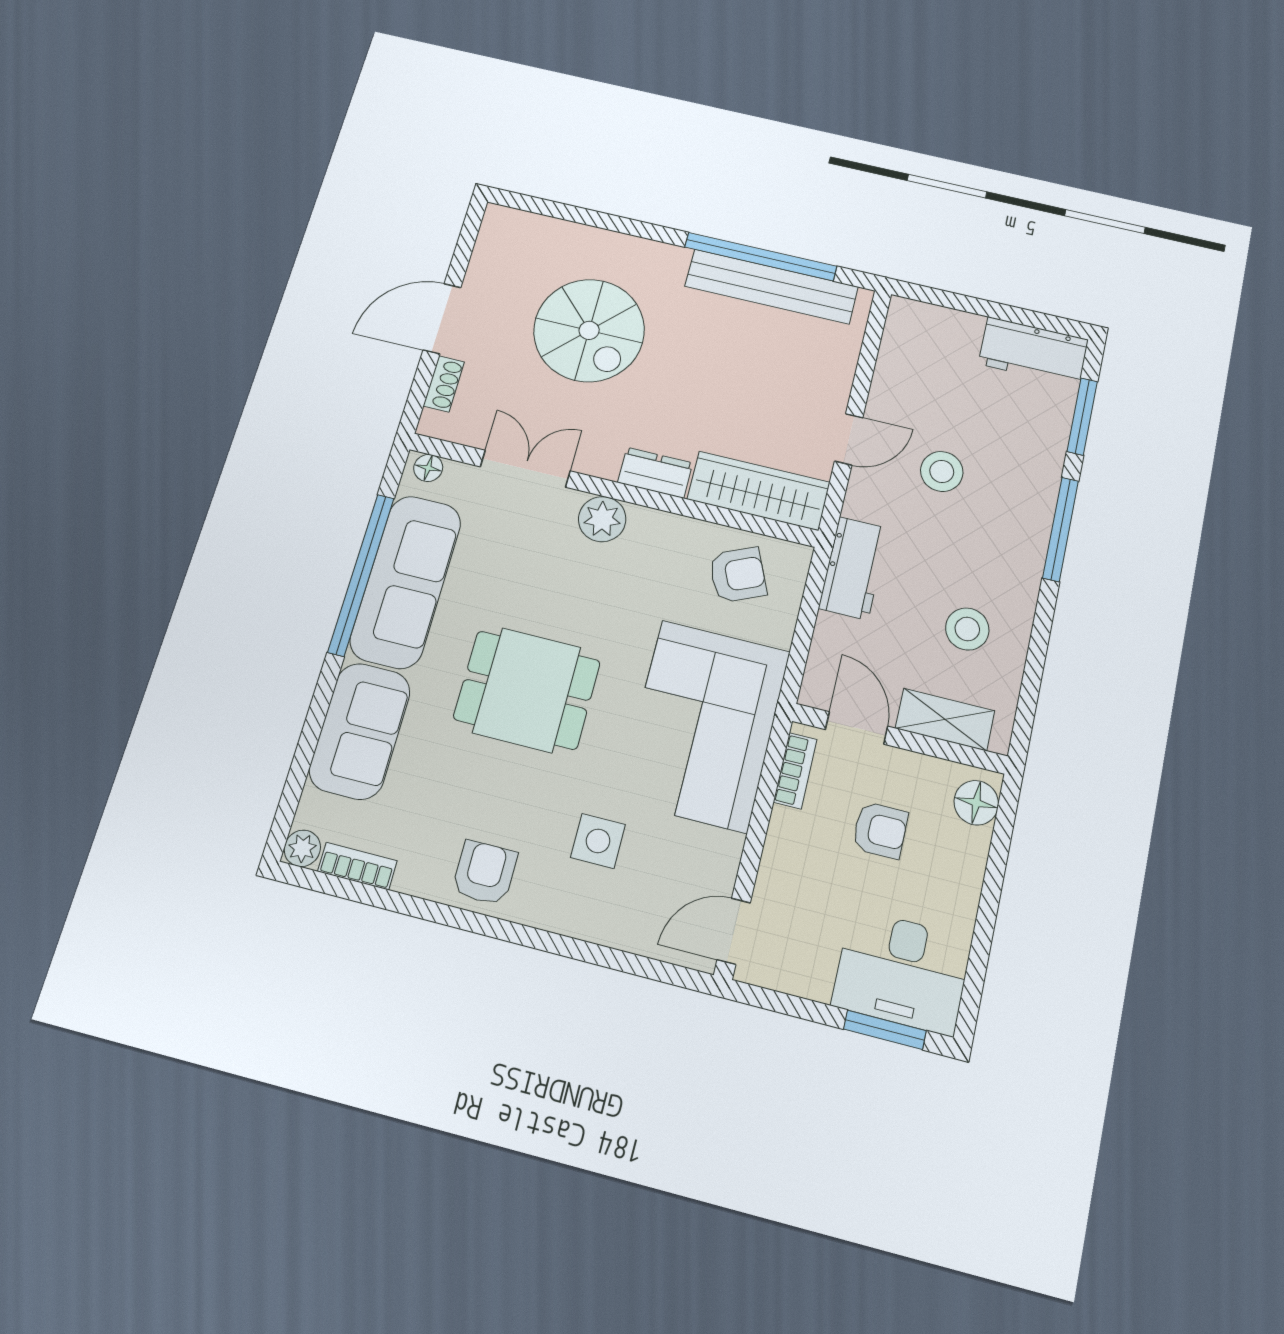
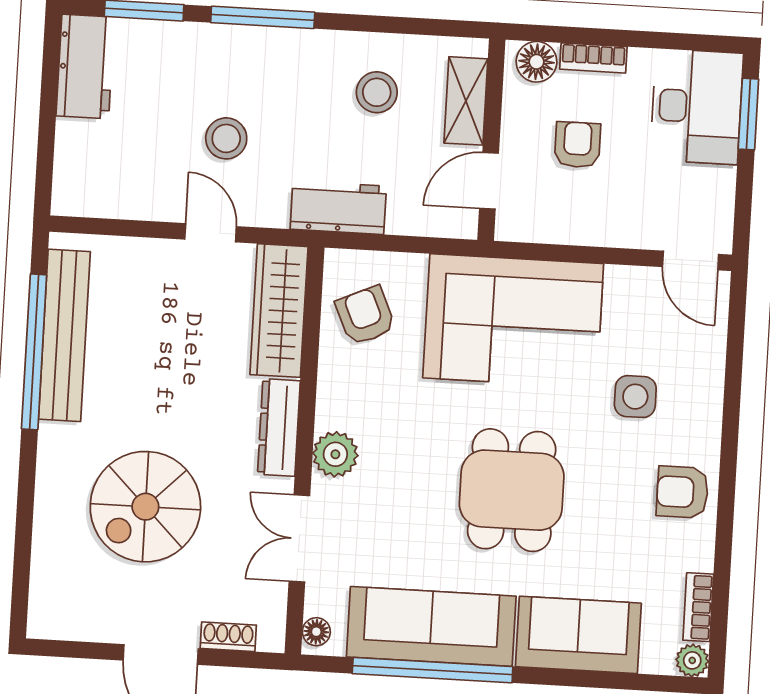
spiral stairs: (589, 330) -> (145, 507), turned 180
dresser: (655, 473) -> (279, 427), width x1.44
bookcase: (795, 771) -> (593, 58), moved, turned 180

